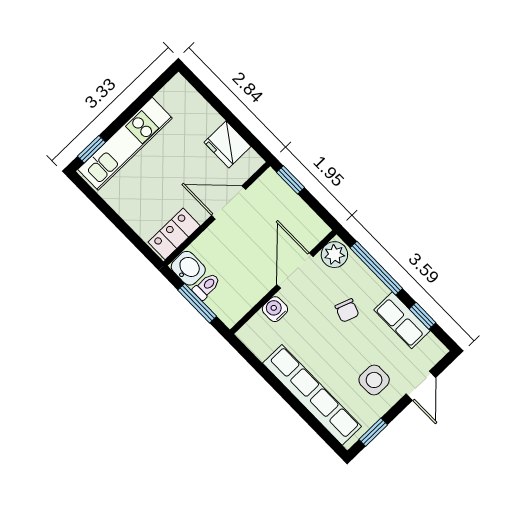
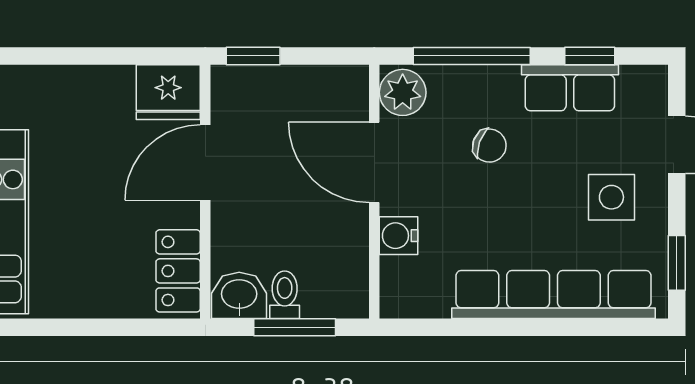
fridge: (228, 144) -> (168, 92), moved

